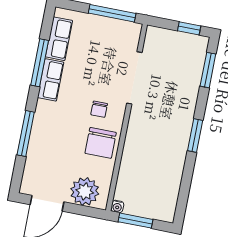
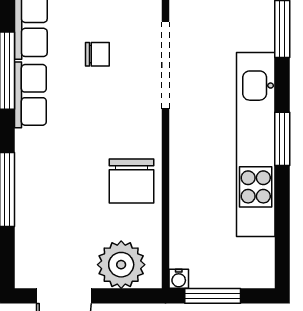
chair: (99, 109) -> (97, 54), moved, turned -90
kitchen unit: (179, 136) -> (256, 145), added

